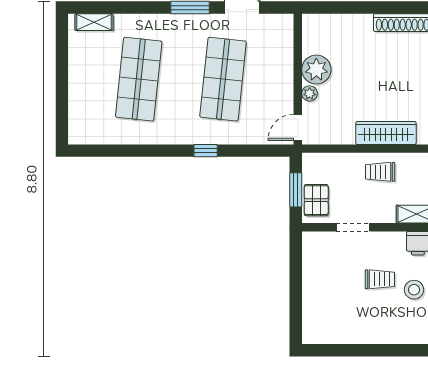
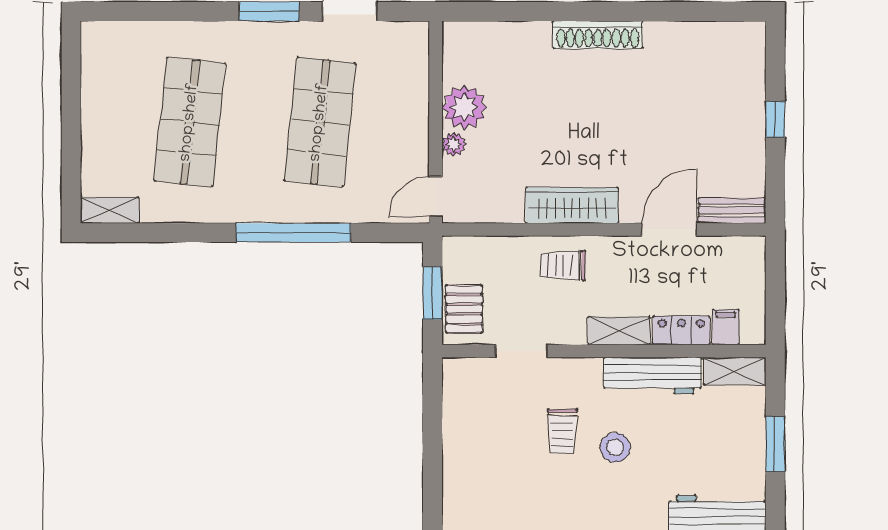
shelving: (94, 22) -> (110, 210), moved
window: (206, 151) -> (293, 233), width x3.17
trolley: (380, 279) -> (562, 431), turned 90

